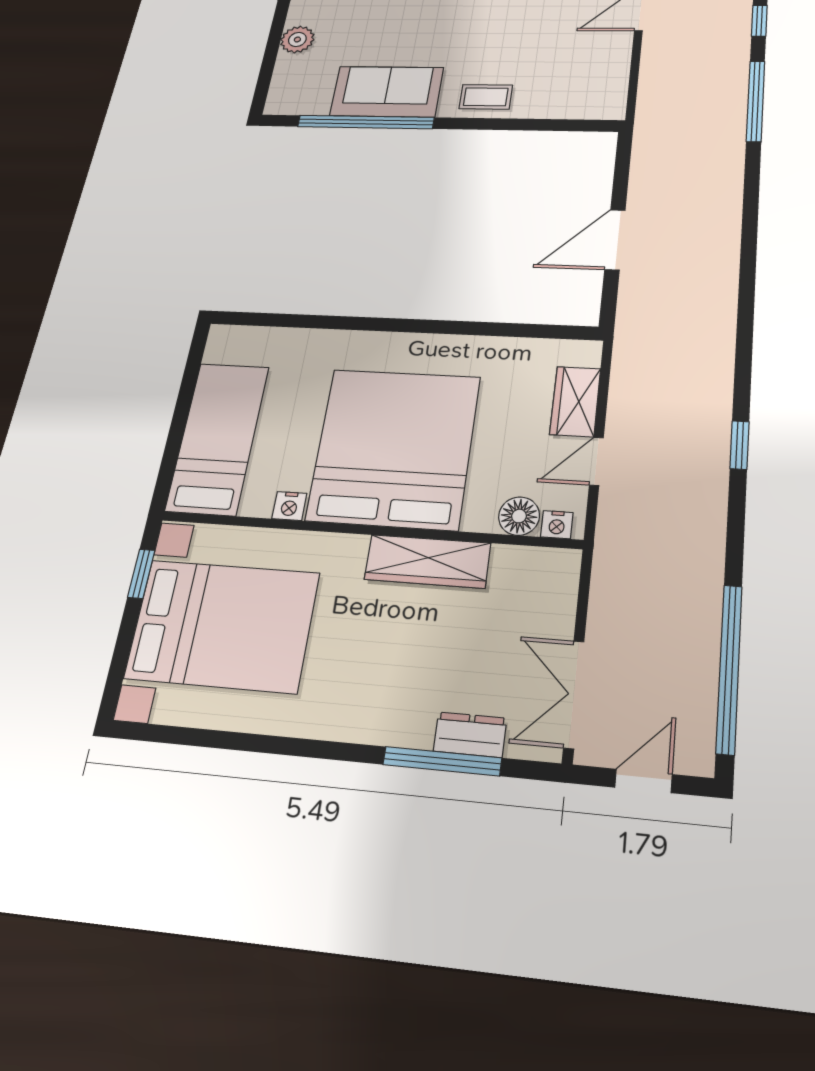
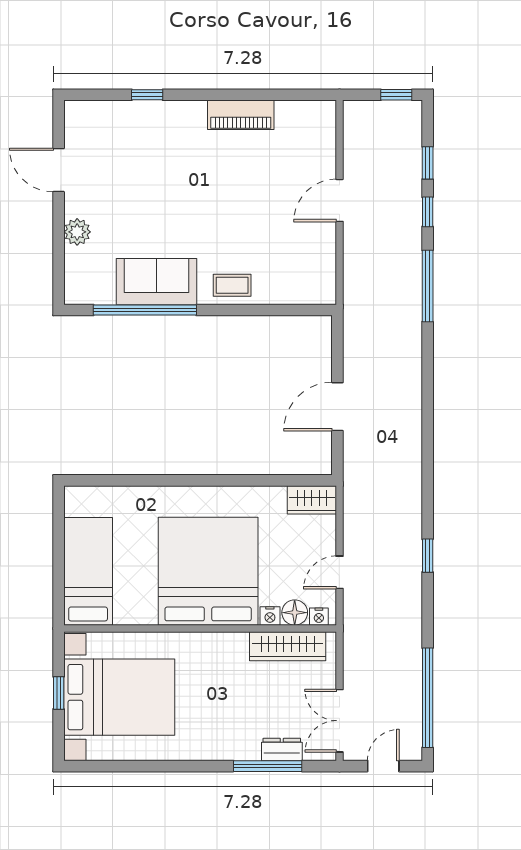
wardrobe: (575, 401) -> (312, 500), moved, turned -90
nightstand: (289, 506) -> (270, 616), moved
wardrobe: (428, 561) -> (288, 646), moved
window: (141, 574) -> (59, 693), moved

